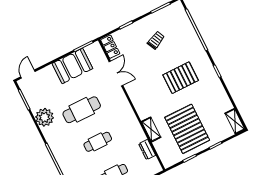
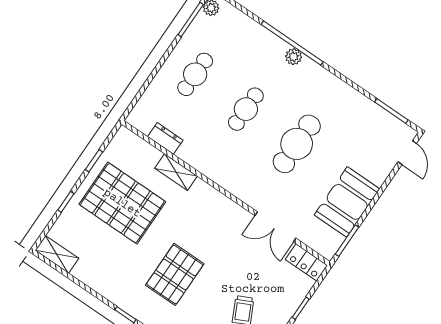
plant: (44, 117) -> (294, 57), moved, width x0.53, depth x0.53

